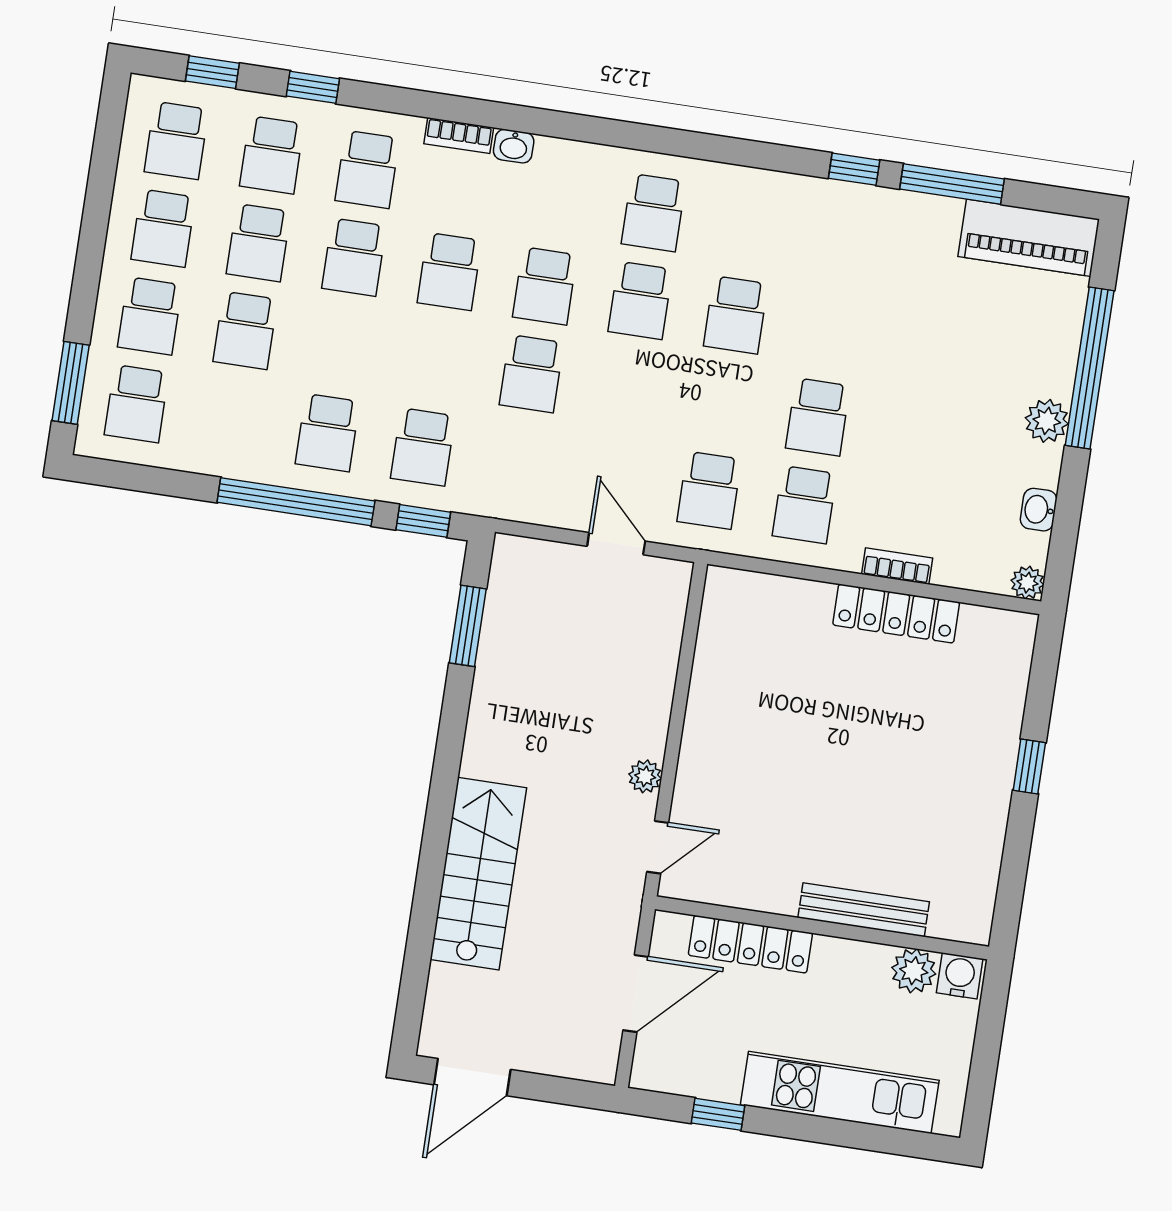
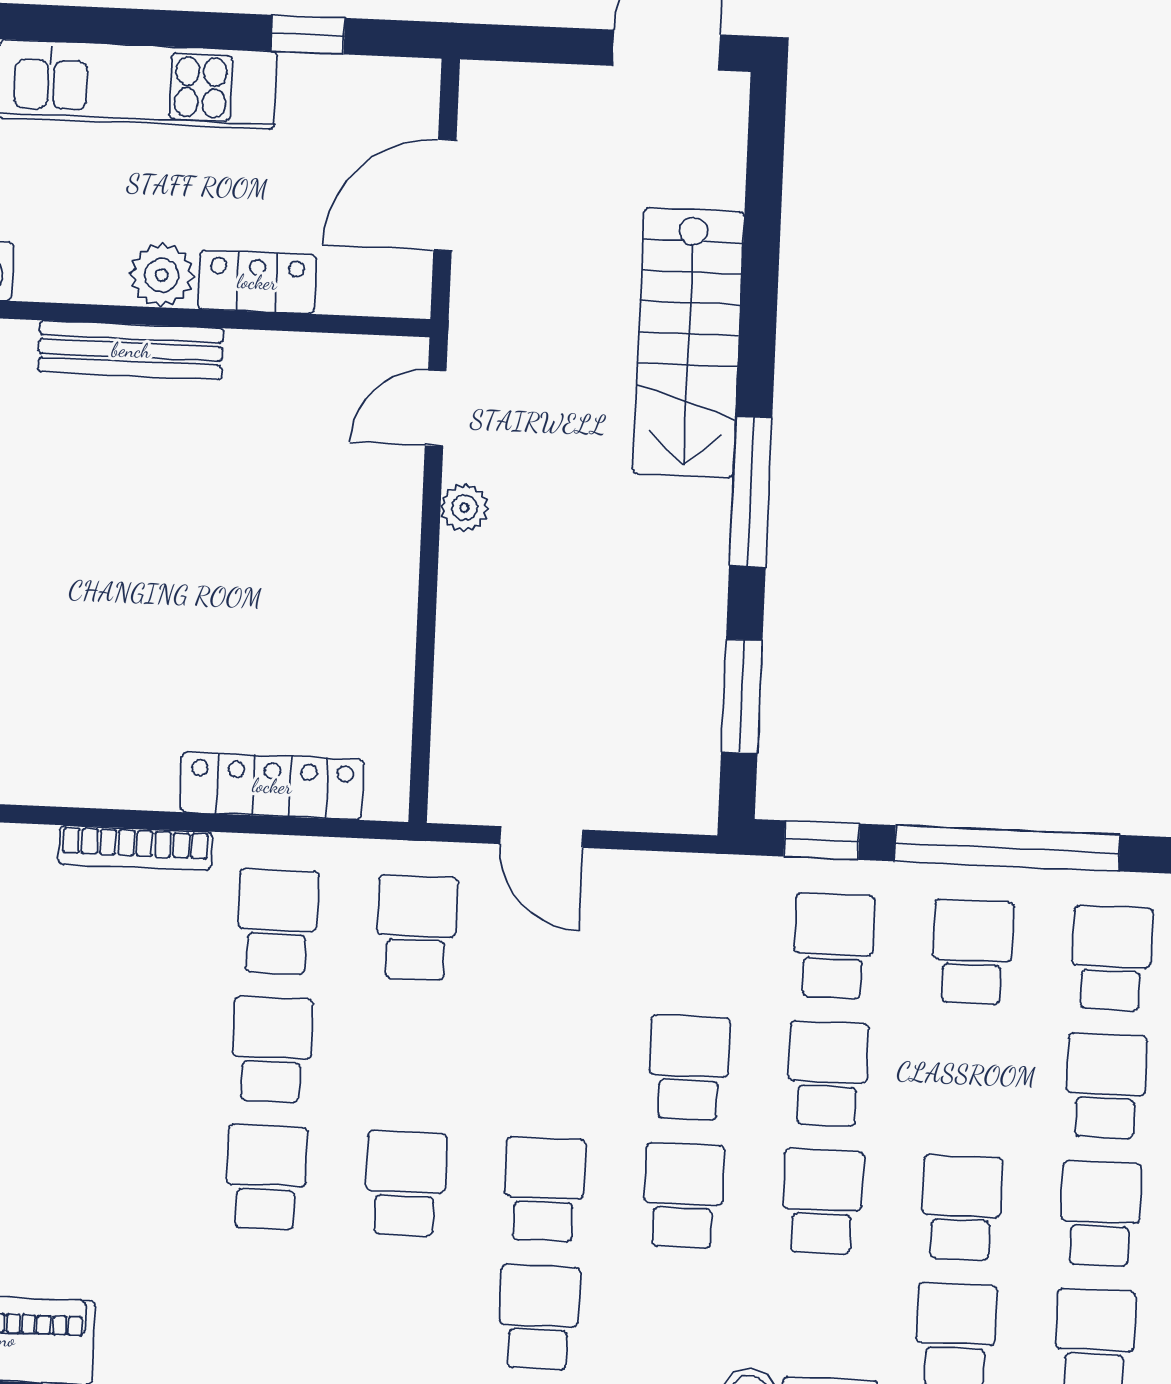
school desk: (831, 329) -> (266, 1177), added
school desk: (436, 359) -> (828, 1074), added
school desk: (232, 418) -> (1112, 958), added
bookcase: (897, 566) -> (135, 848), width x1.56
locker: (896, 614) -> (272, 786), moved
window: (447, 766) -> (751, 492), added
locker: (750, 944) -> (257, 282), width x0.66
plant: (914, 971) -> (162, 275), moved

